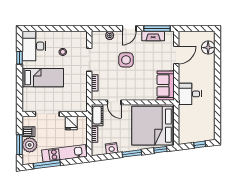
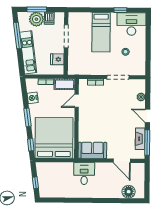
side table: (126, 60) -> (117, 113), removed

